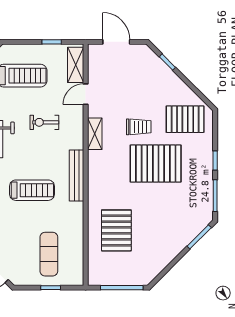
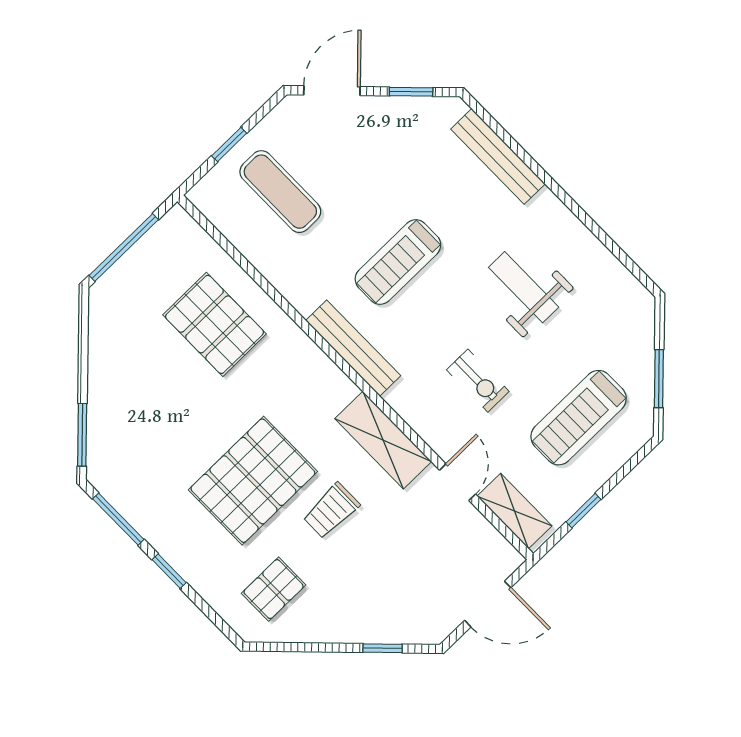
pallet: (185, 119) -> (274, 589), width x0.67, depth x0.71
exercise bike: (44, 122) -> (478, 381), turned 90
shelving: (95, 134) -> (383, 440), width x1.50, depth x1.33

